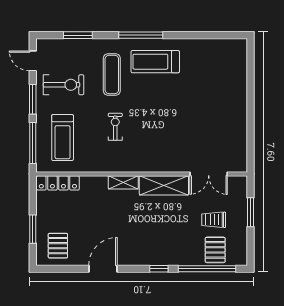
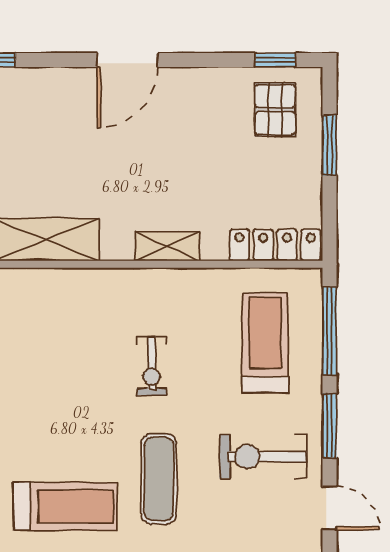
shelving: (123, 182) -> (167, 246), moved
door: (103, 269) -> (127, 60), moved
window: (159, 269) -> (275, 60), moved

